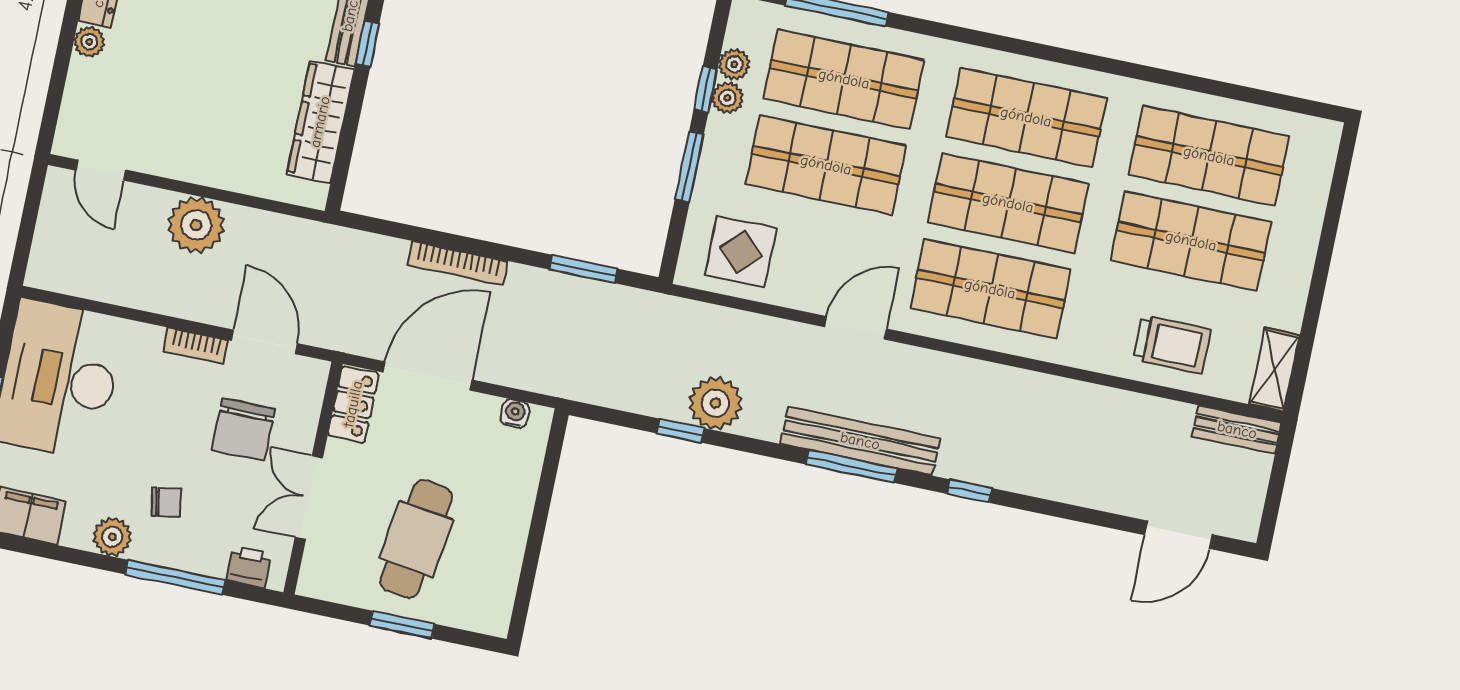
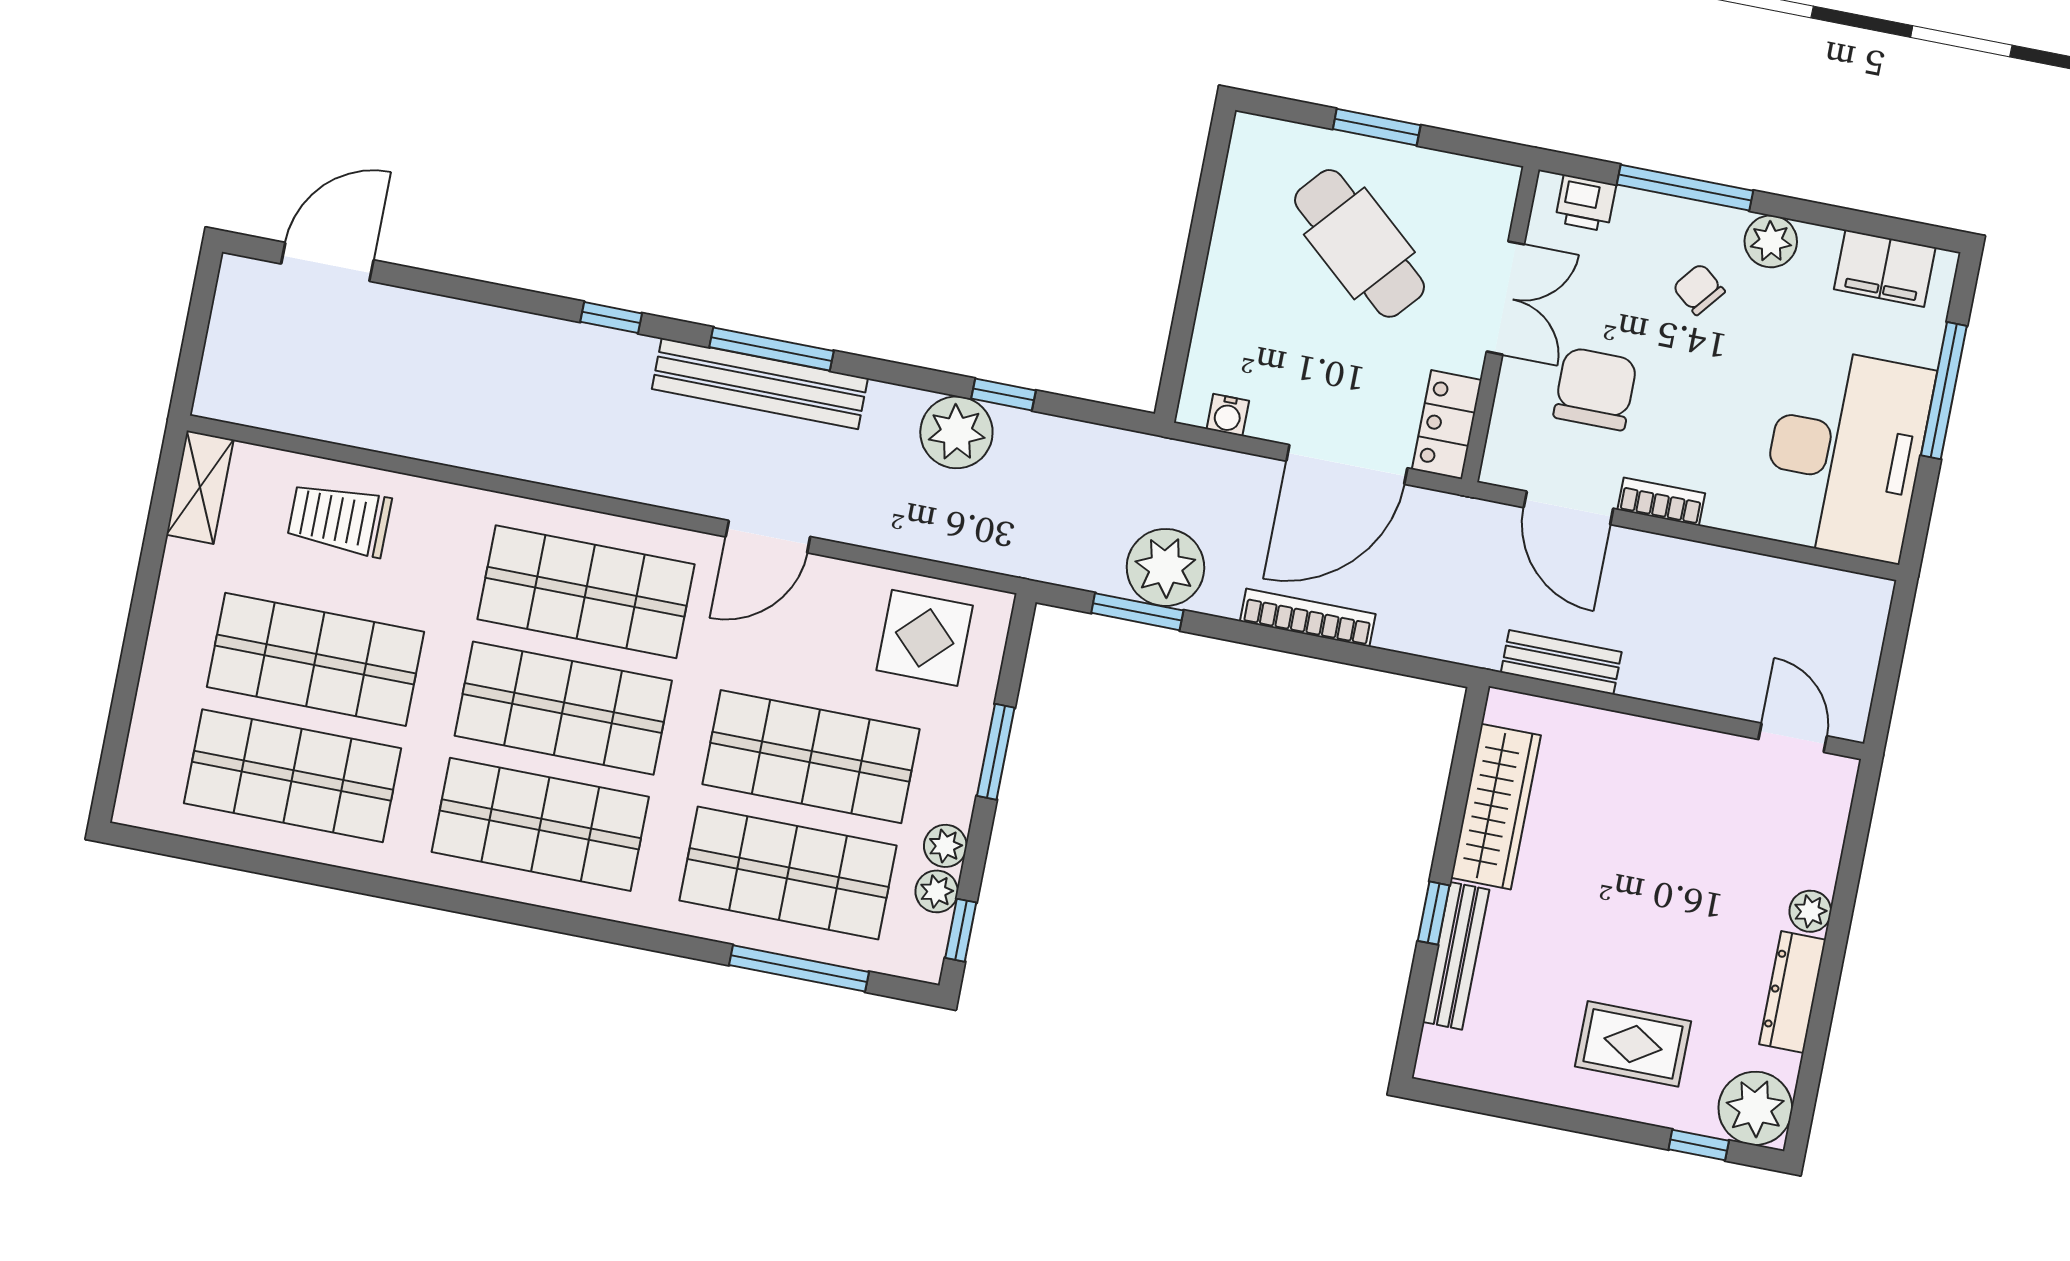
window: (706, 89) -> (961, 930), moved
plant: (196, 225) -> (1165, 567), moved
bench: (1237, 430) -> (1561, 662), moved
chair: (166, 502) -> (1699, 289), turned 49
cafe table: (416, 539) -> (1359, 243), turned -57

